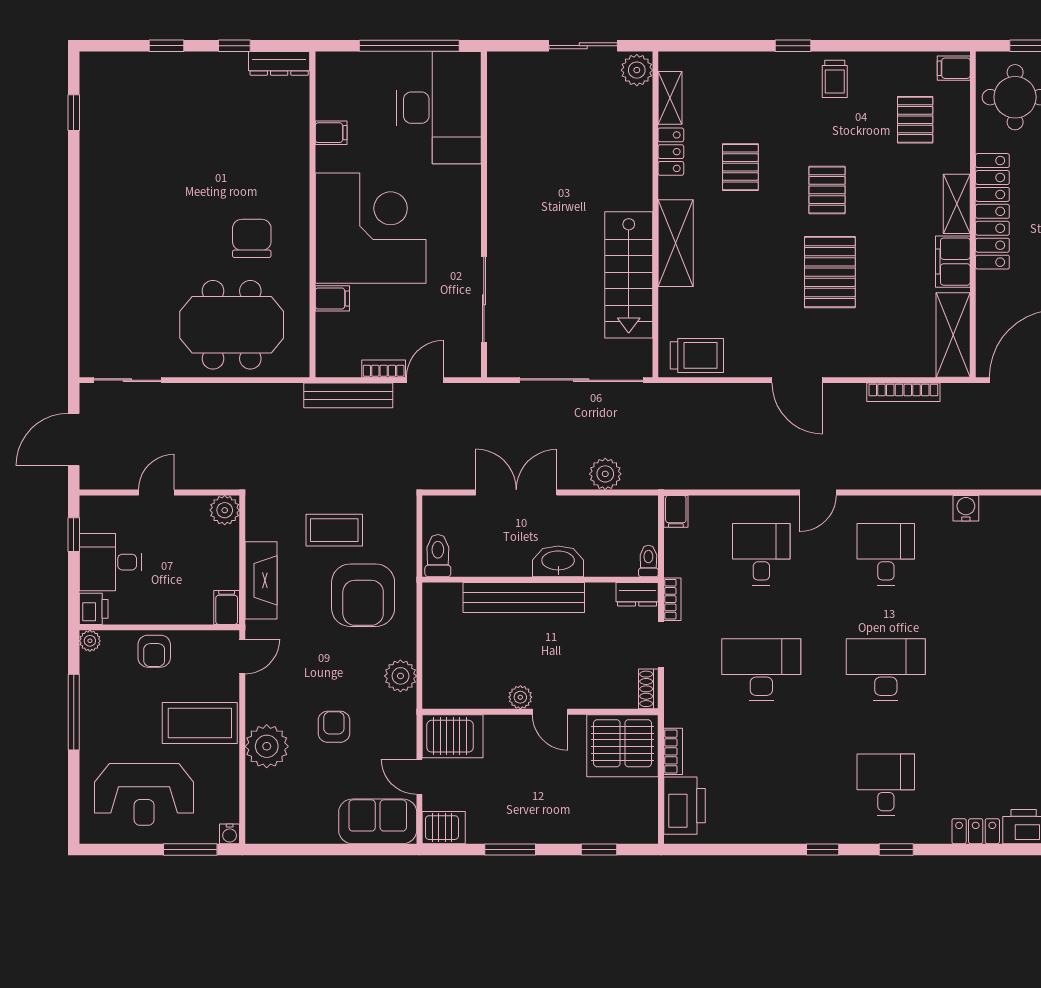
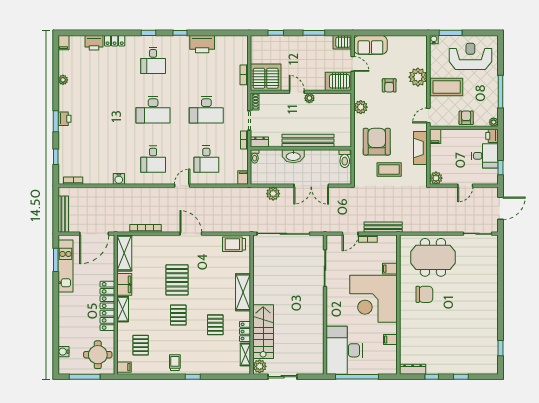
chair: (252, 238) -> (424, 294), turned -90
stairs: (629, 275) -> (263, 332), moved
printer: (684, 806) -> (202, 44), moved, turned -90

